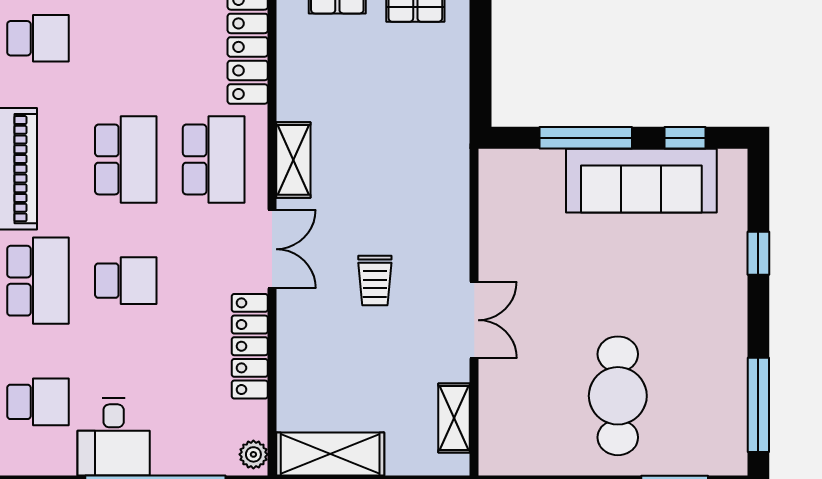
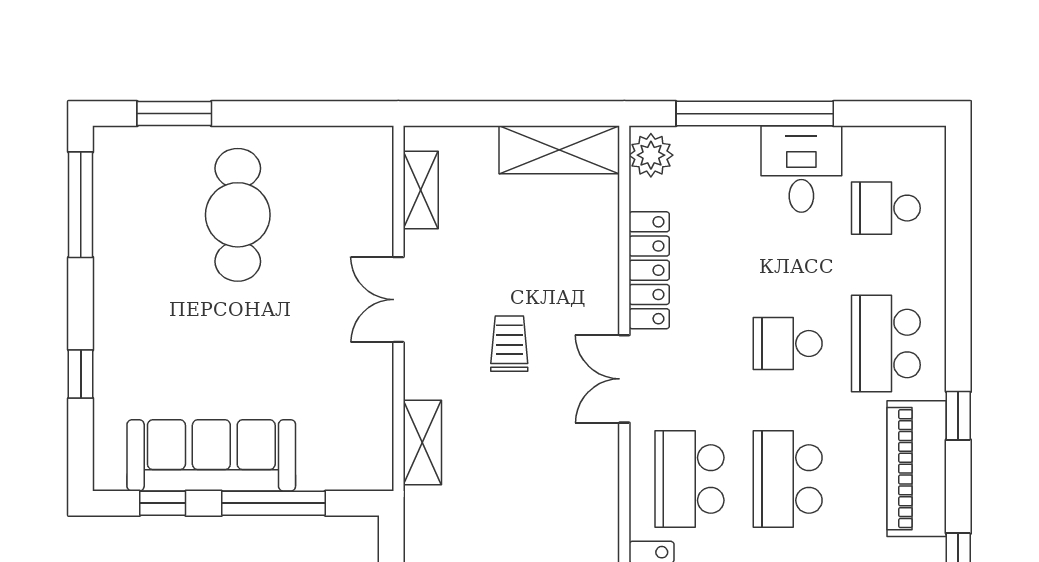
shelving: (293, 160) -> (422, 443), moved
plant: (253, 454) -> (651, 155), width x1.38, depth x1.38

